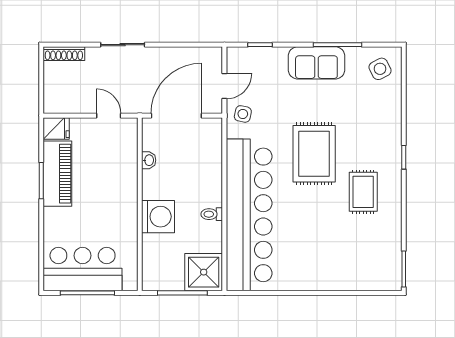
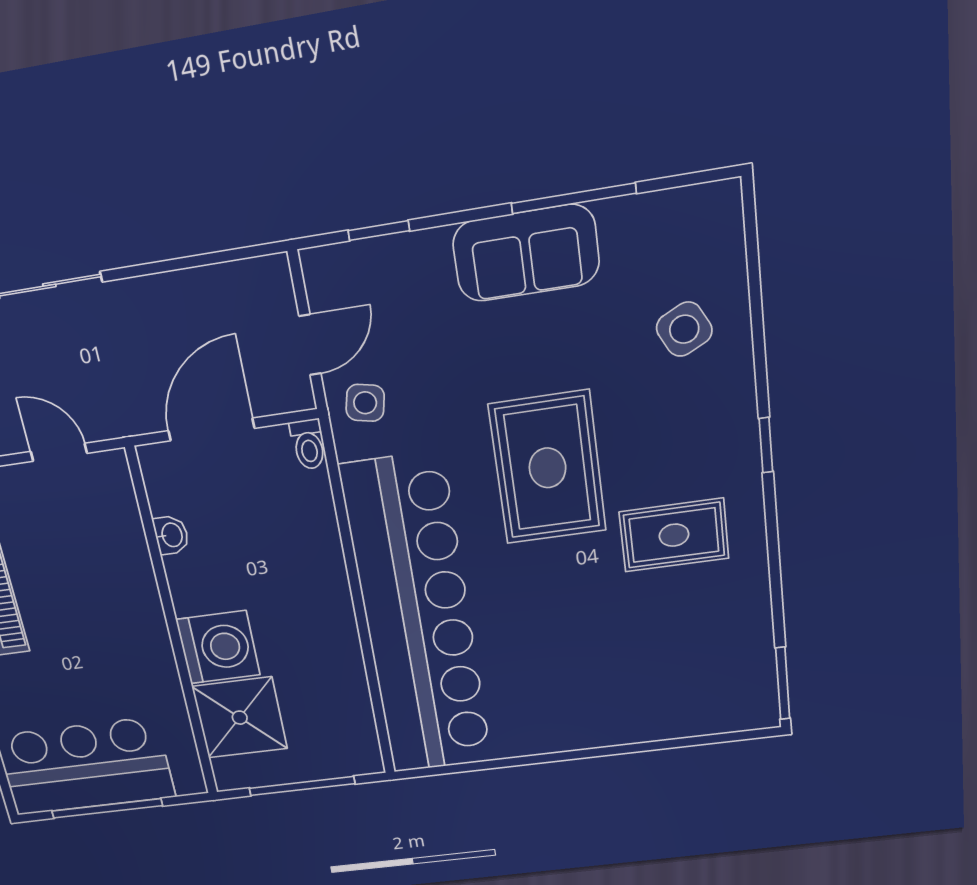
side table: (380, 69) -> (684, 329), moved
door: (176, 116) -> (211, 429), width x0.73
rug: (363, 192) -> (674, 535), turned 90
toilet: (212, 214) -> (308, 444), moved, turned -90
shower: (204, 272) -> (240, 718), moved

